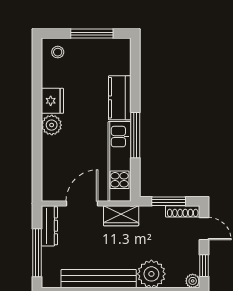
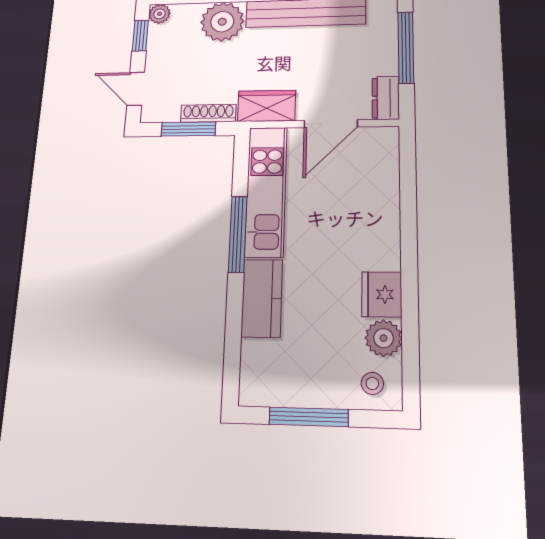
plant: (52, 125) -> (383, 338), moved
shoe rack: (183, 211) -> (208, 113), moved
dresser: (49, 226) -> (386, 98), width x0.70

